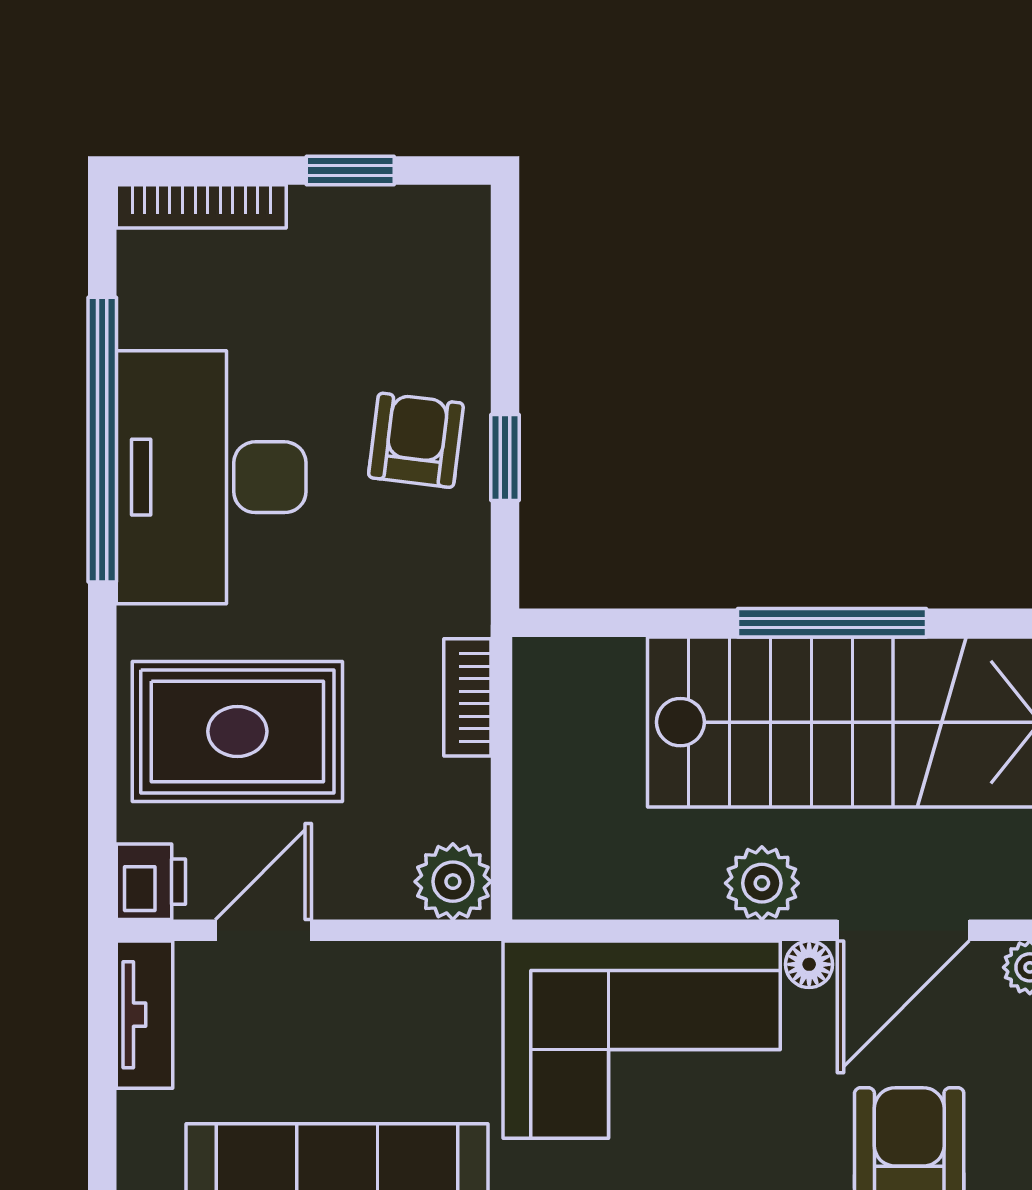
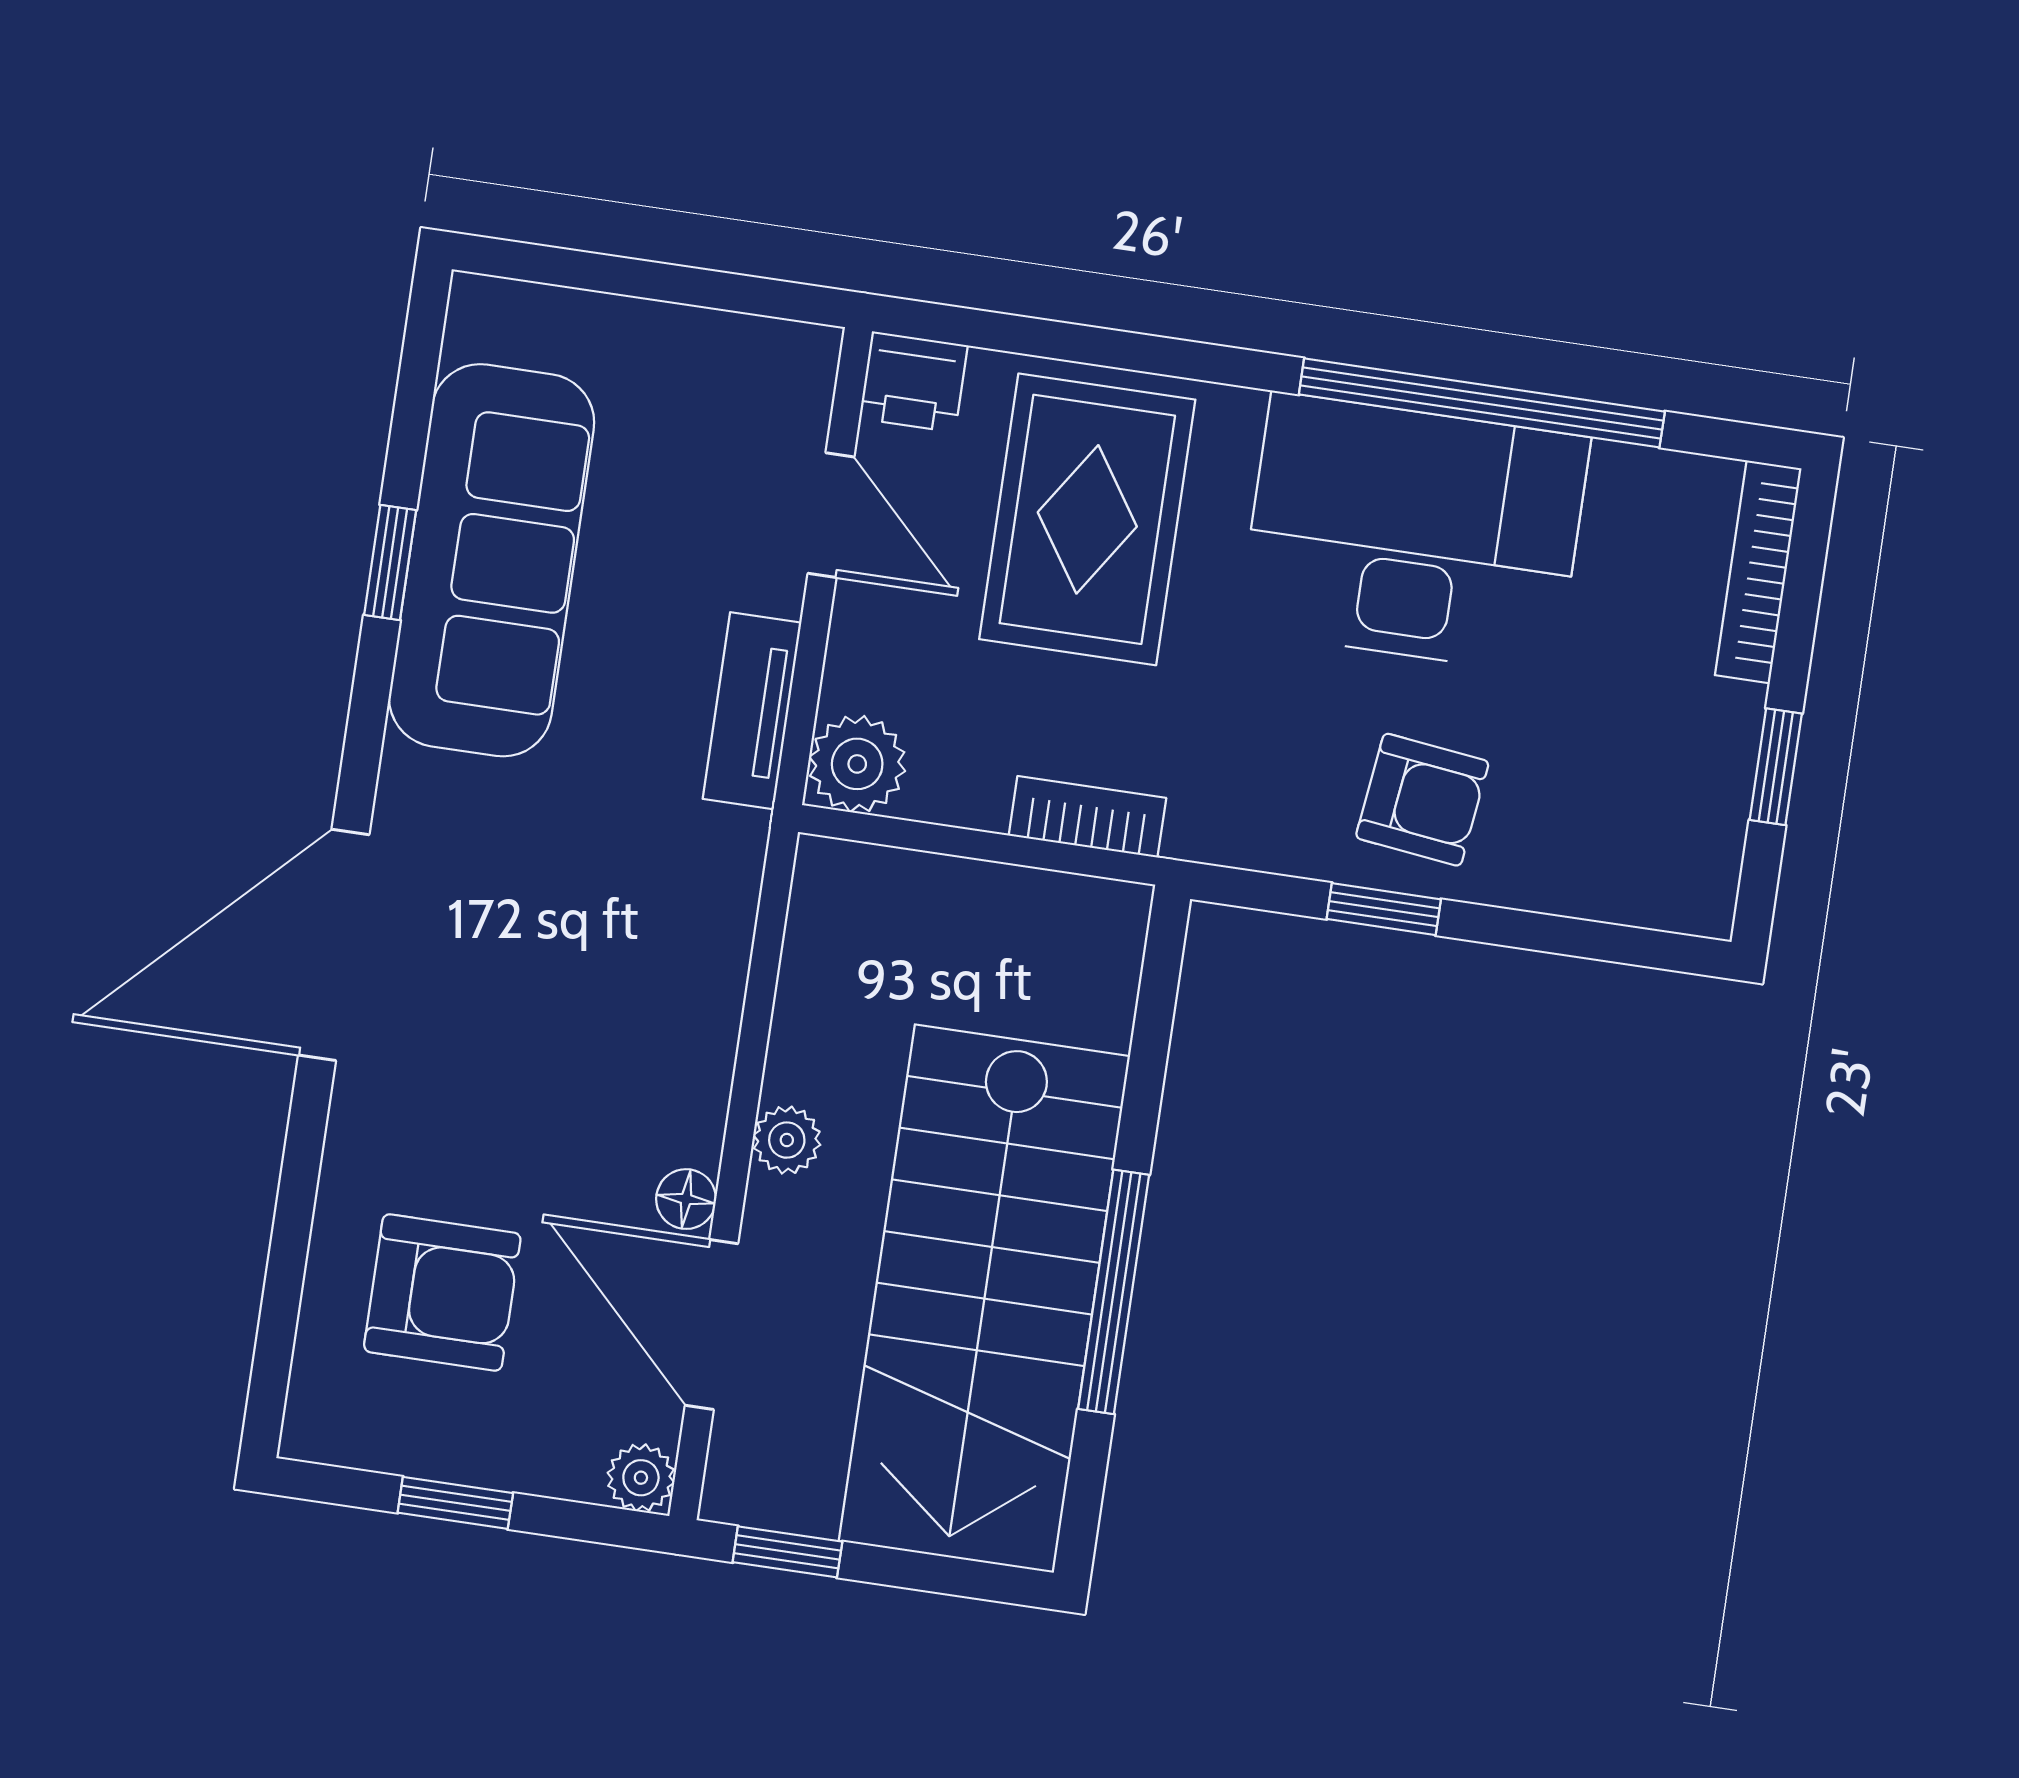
plant: (762, 883) -> (787, 1140), width x0.73, depth x0.73
tv unit: (145, 1015) -> (752, 711), moved, turned 90
corner sofa: (642, 1040) -> (622, 973), removed

